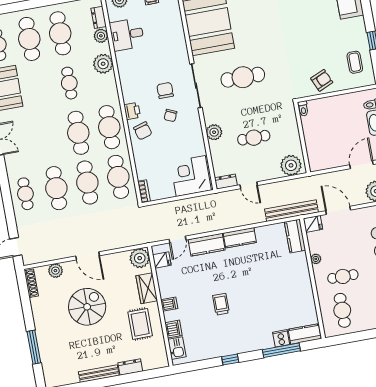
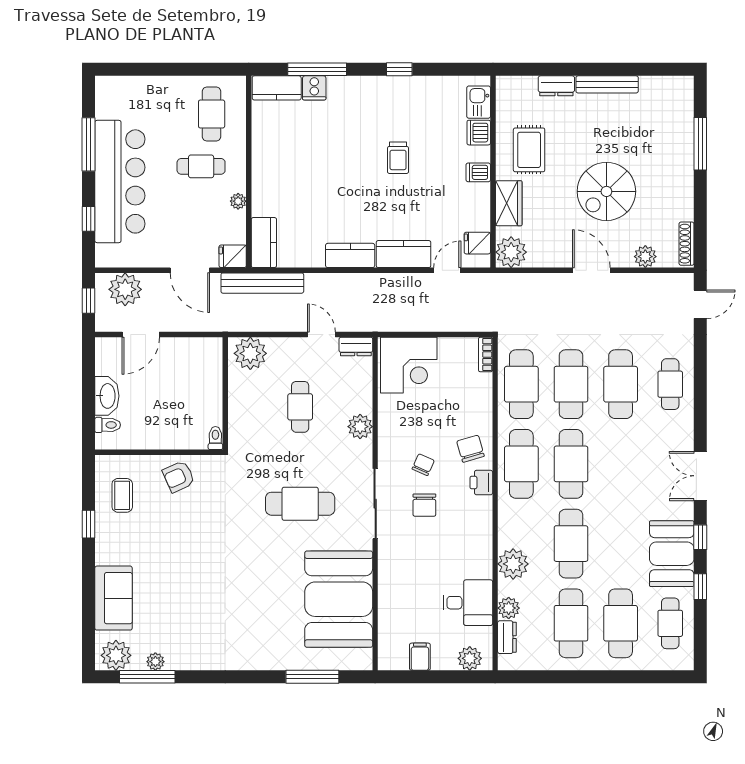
cafe table: (69, 83) -> (571, 544), width x1.37, depth x1.35
cafe table: (254, 138) -> (300, 407), turned 90

